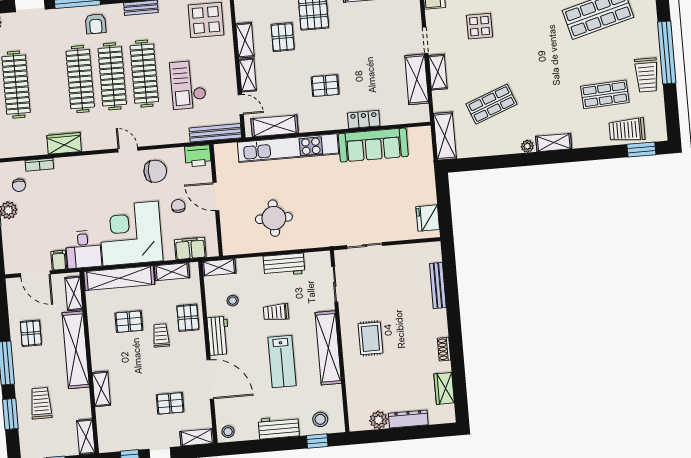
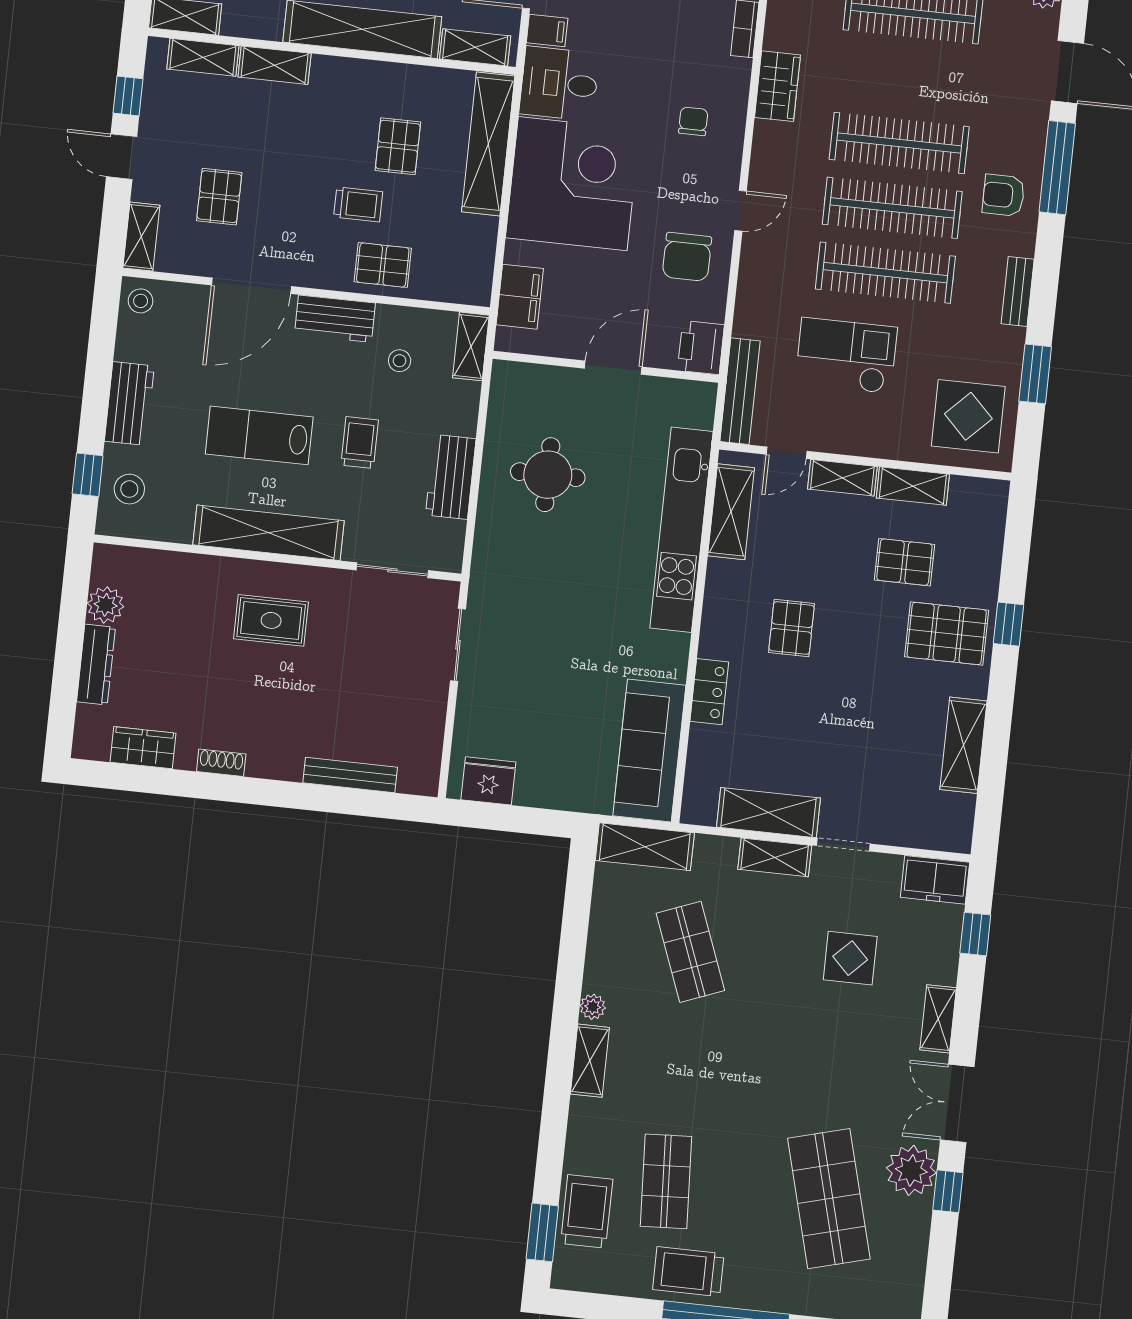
sofa: (373, 145) -> (649, 750), moved
chair: (178, 206) -> (693, 121), moved, turned -90
shelving: (172, 272) -> (203, 57), moved, turned 90

